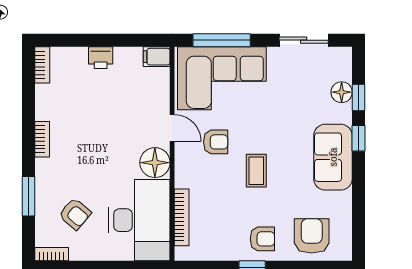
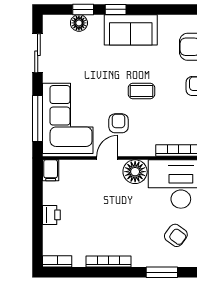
bookcase: (42, 139) -> (108, 261), width x1.56
armchair: (75, 214) -> (176, 235), turned 87

